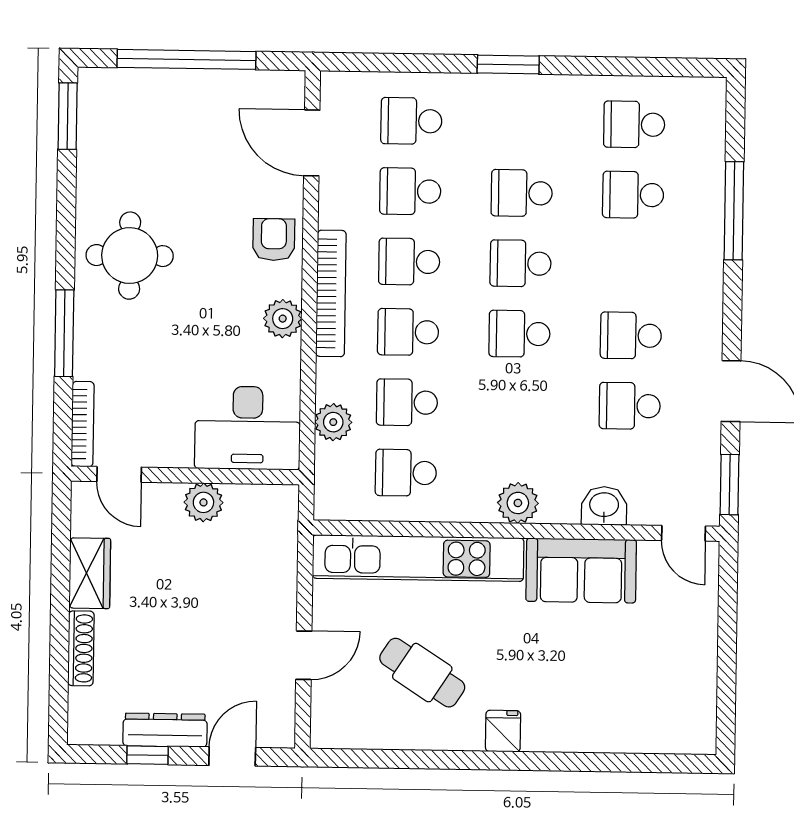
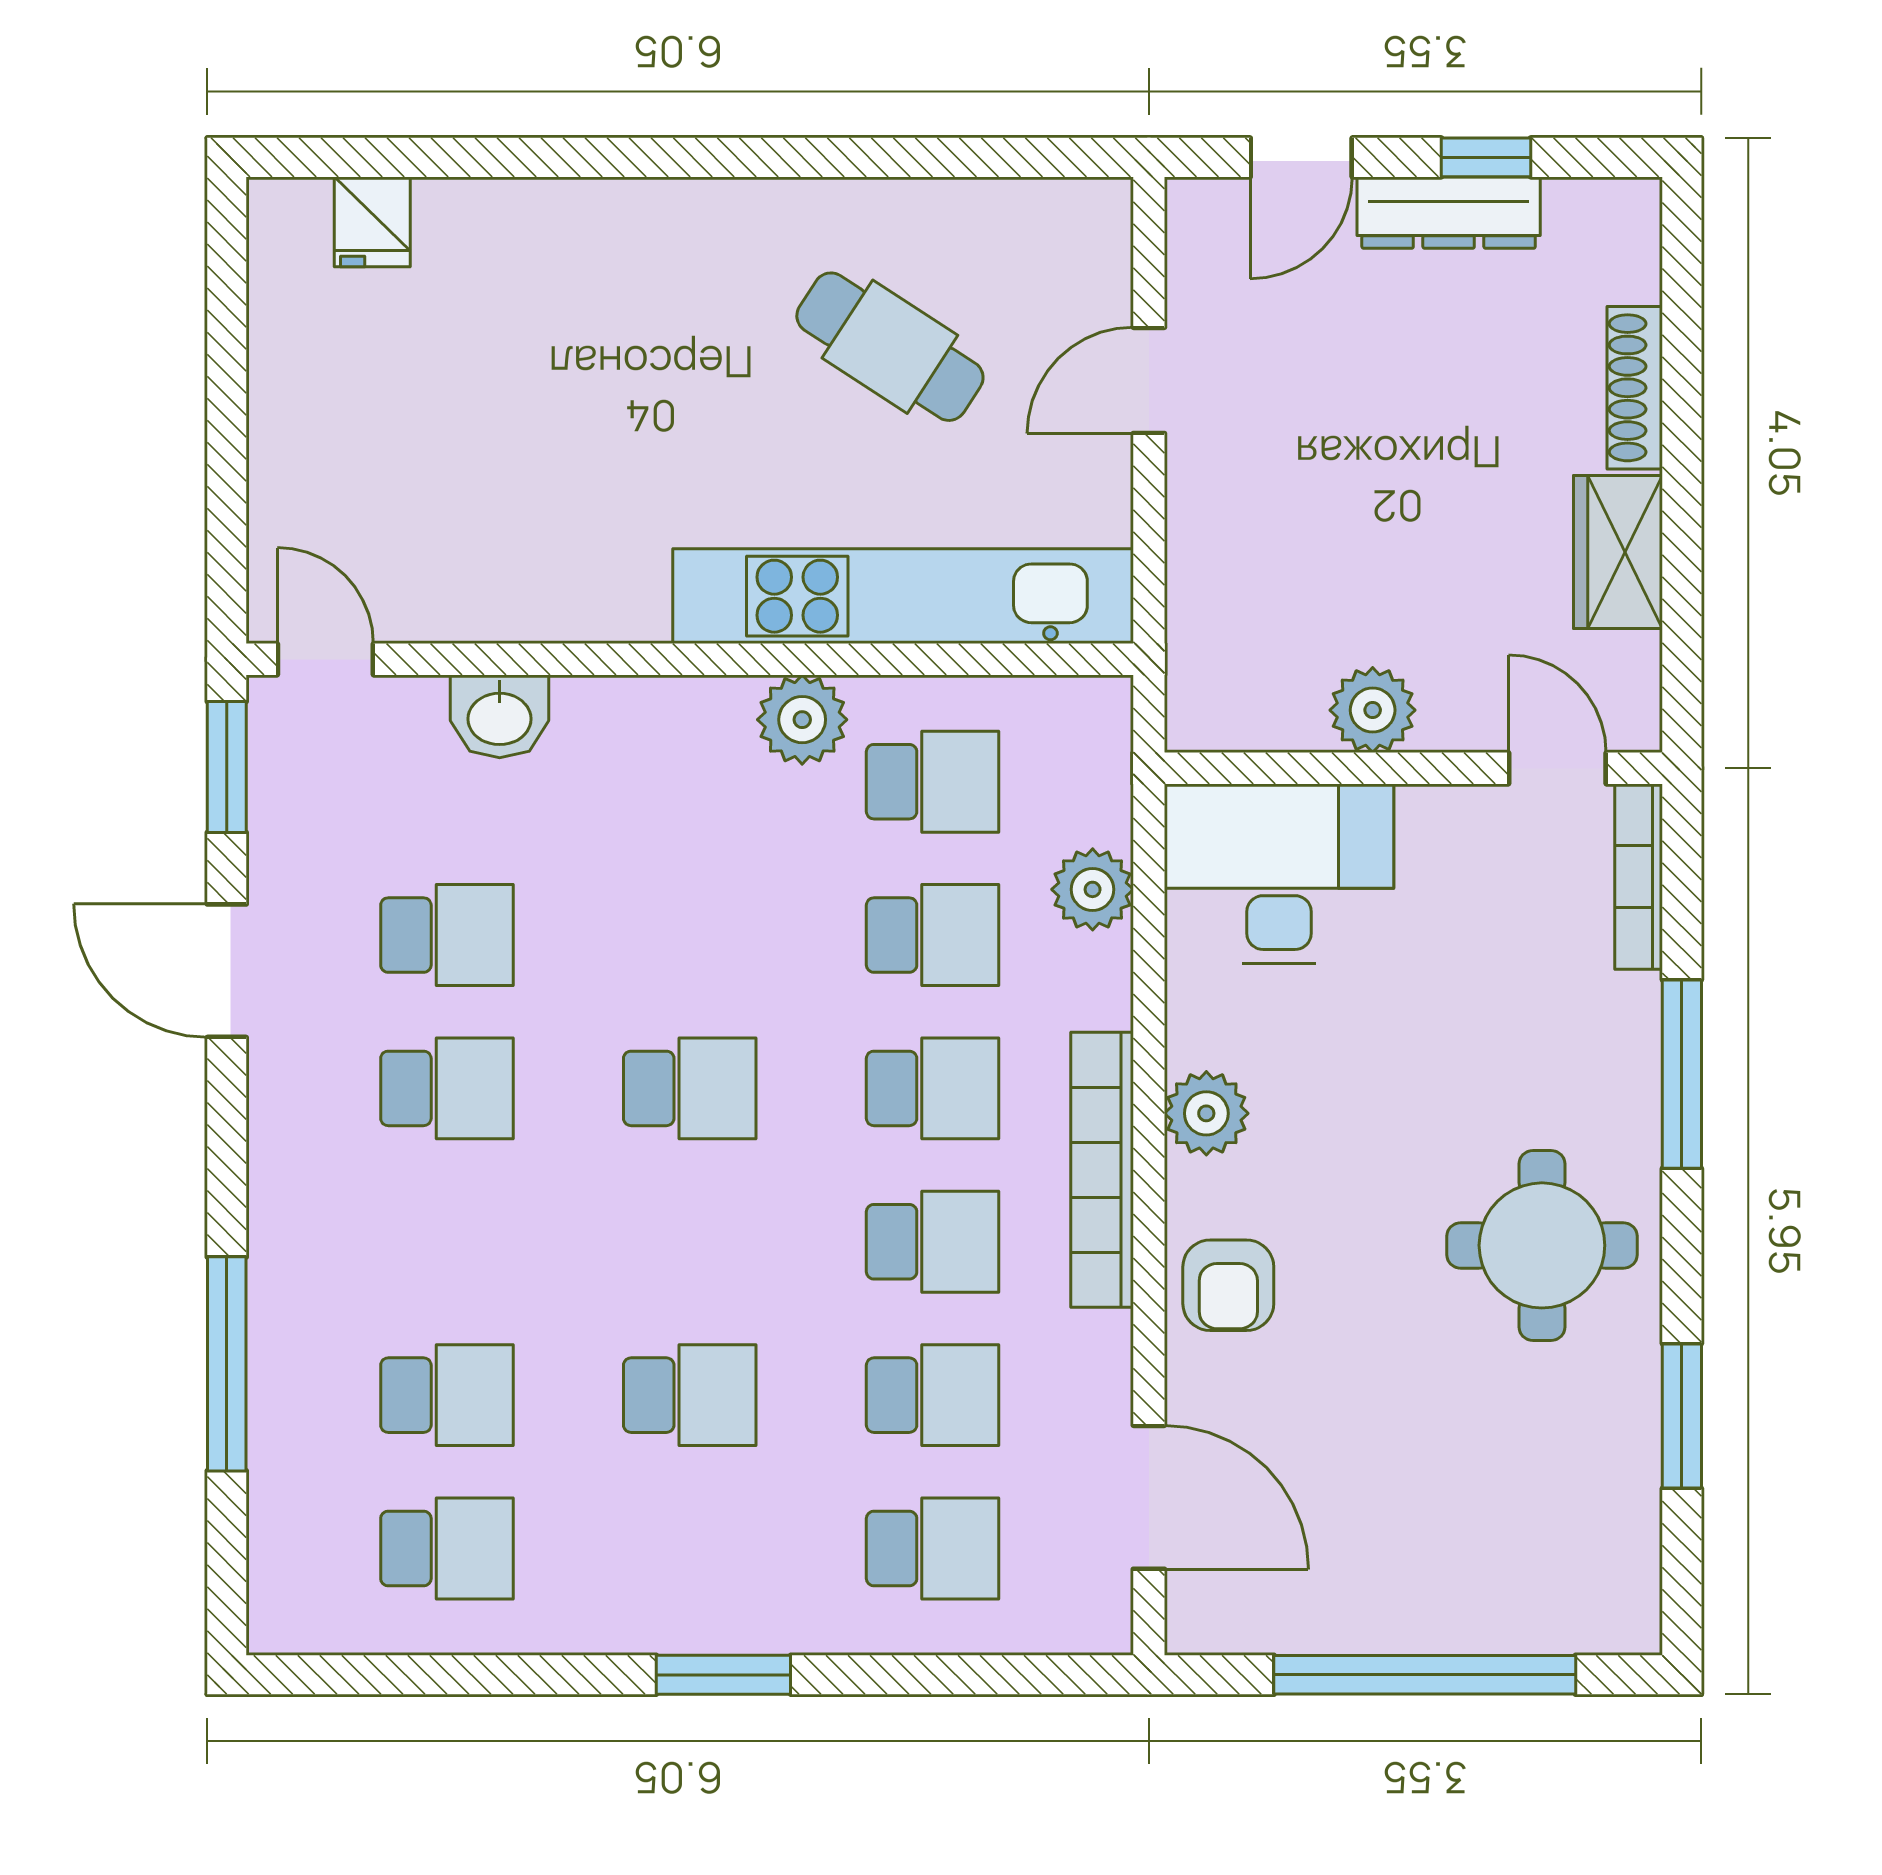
window: (68, 116) -> (1682, 1416), moved
school desk: (521, 263) -> (690, 1242), removed
plant: (518, 503) -> (802, 720), moved
sofa: (581, 570) -> (547, 575), removed
fridge: (503, 731) -> (372, 222), moved

